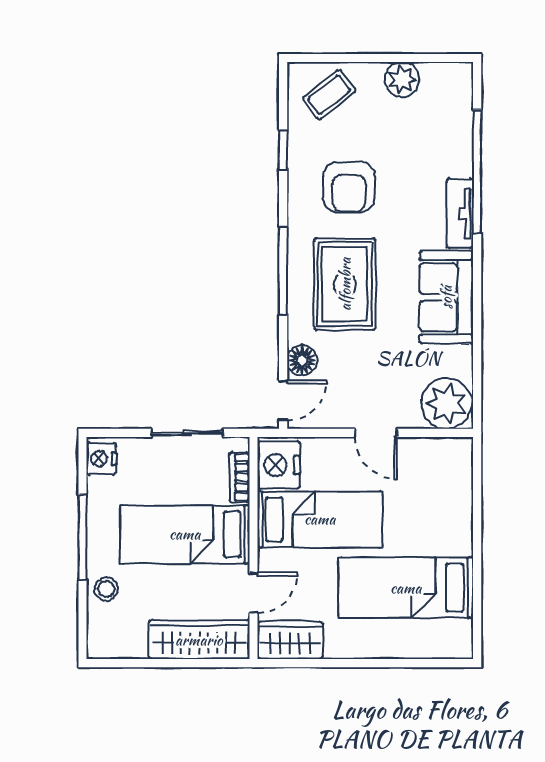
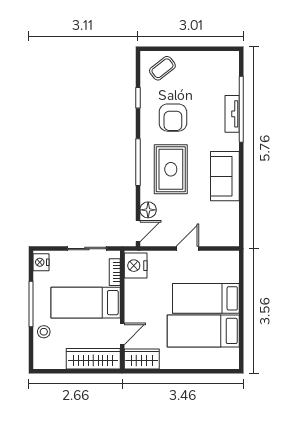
plant: (402, 79) -> (201, 60), removed
tv unit: (460, 214) -> (232, 114), moved
plant: (447, 404) -> (225, 233), removed
door: (376, 433) -> (187, 249), swing flipped
bed: (320, 519) -> (206, 298), moved, turned 180

